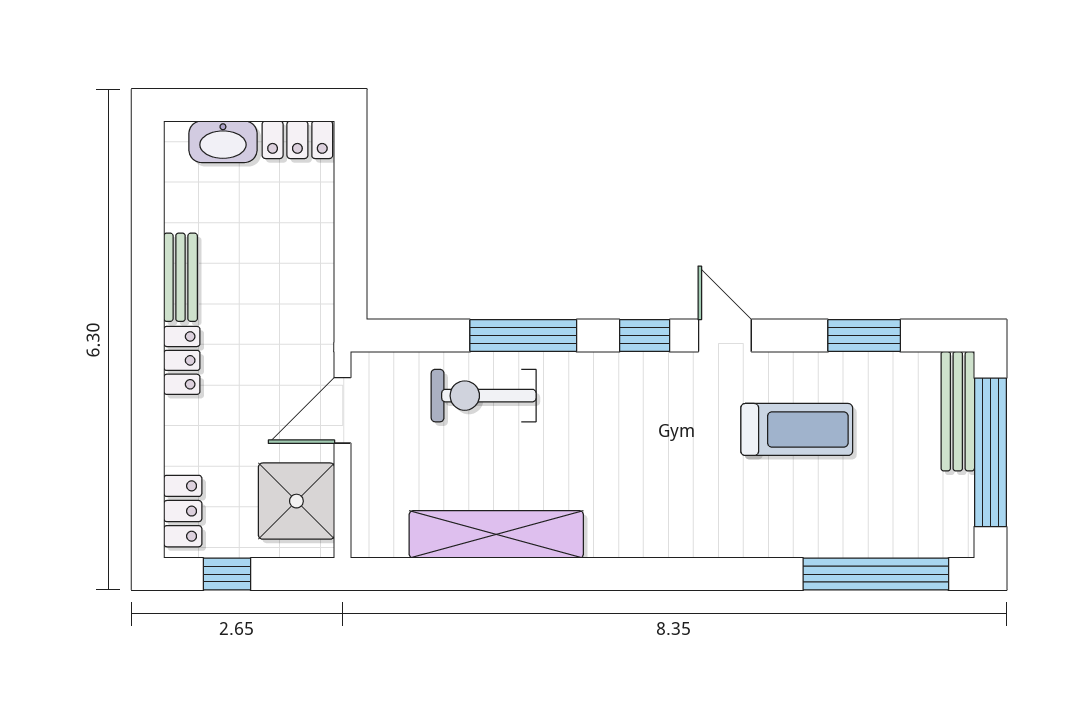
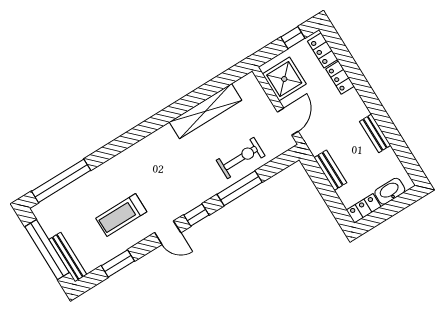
bench: (317, 259) -> (330, 170), added
locker: (182, 360) -> (340, 78), moved

